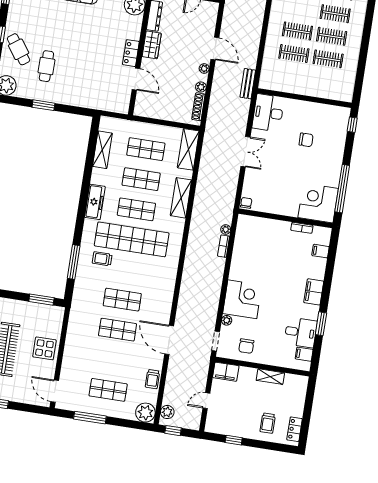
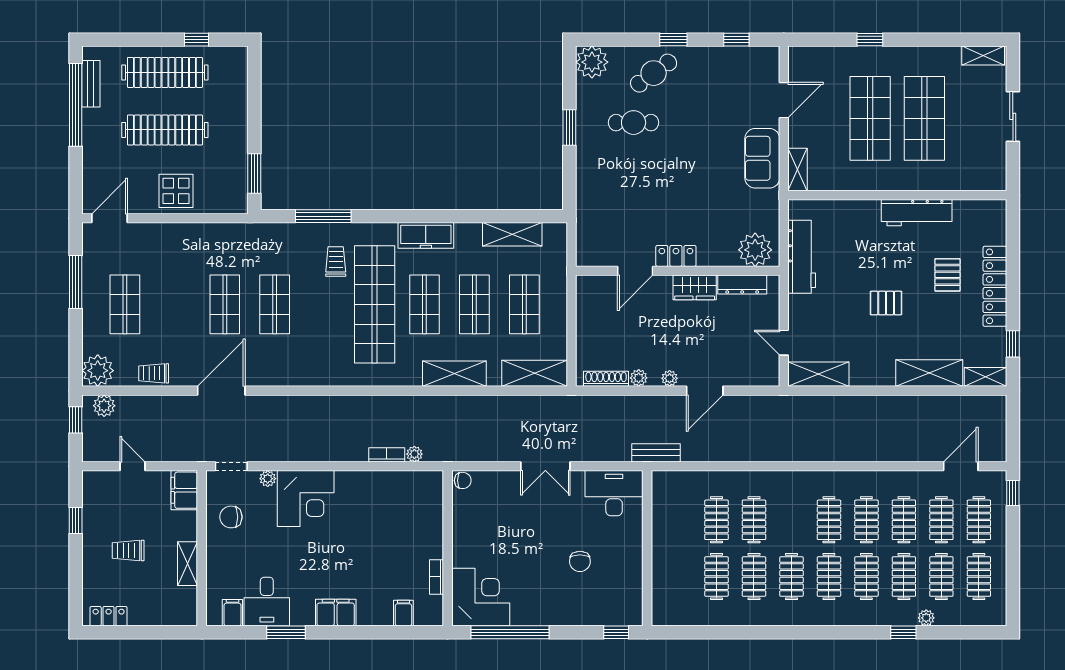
trolley: (268, 423) -> (128, 550), moved

